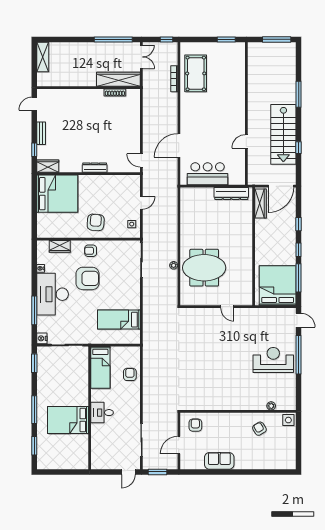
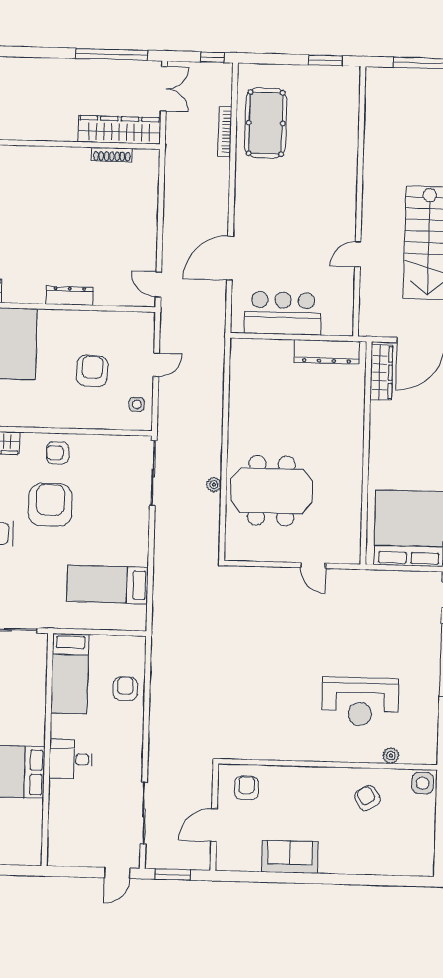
armchair: (96, 222) -> (92, 371), moved
armchair: (87, 278) -> (50, 505), turned -90
reception desk: (273, 360) -> (360, 702), moved, turned 180

